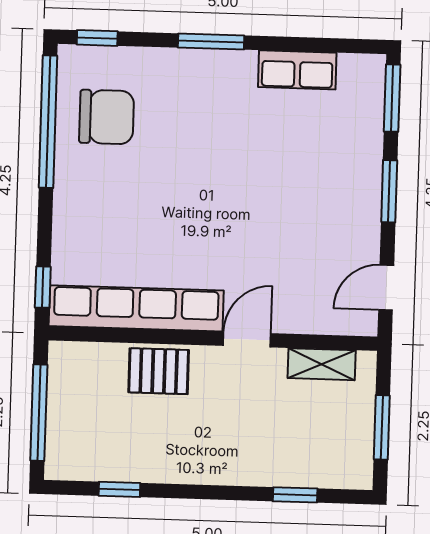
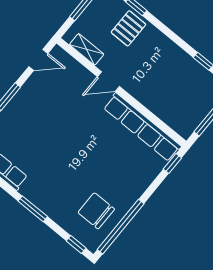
pallet: (159, 371) -> (128, 28), moved, turned 90

